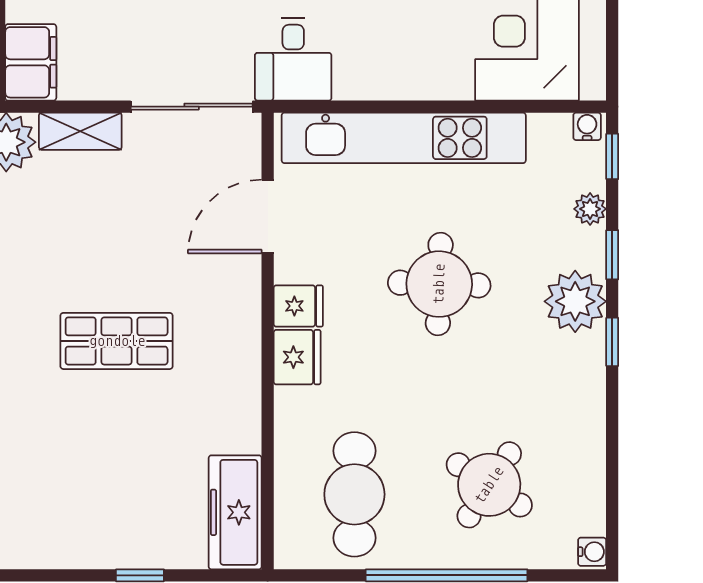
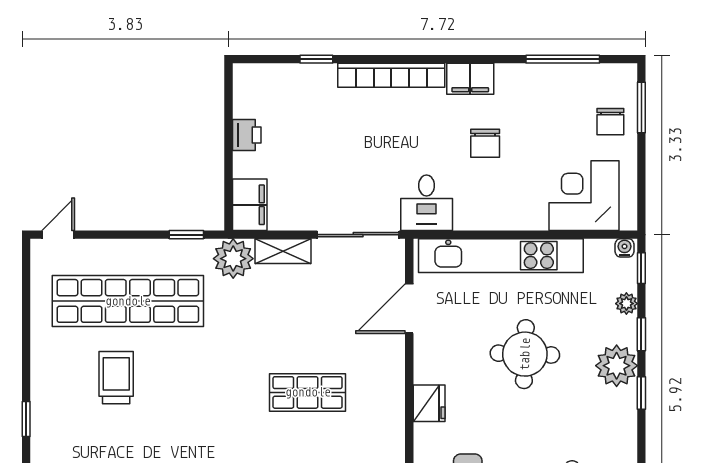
fridge: (298, 306) -> (430, 369), removed

